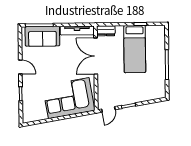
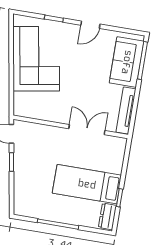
dresser: (106, 31) -> (107, 216), moved
double door: (96, 56) -> (87, 130), width x0.73
corner sofa: (69, 98) -> (36, 59), moved

